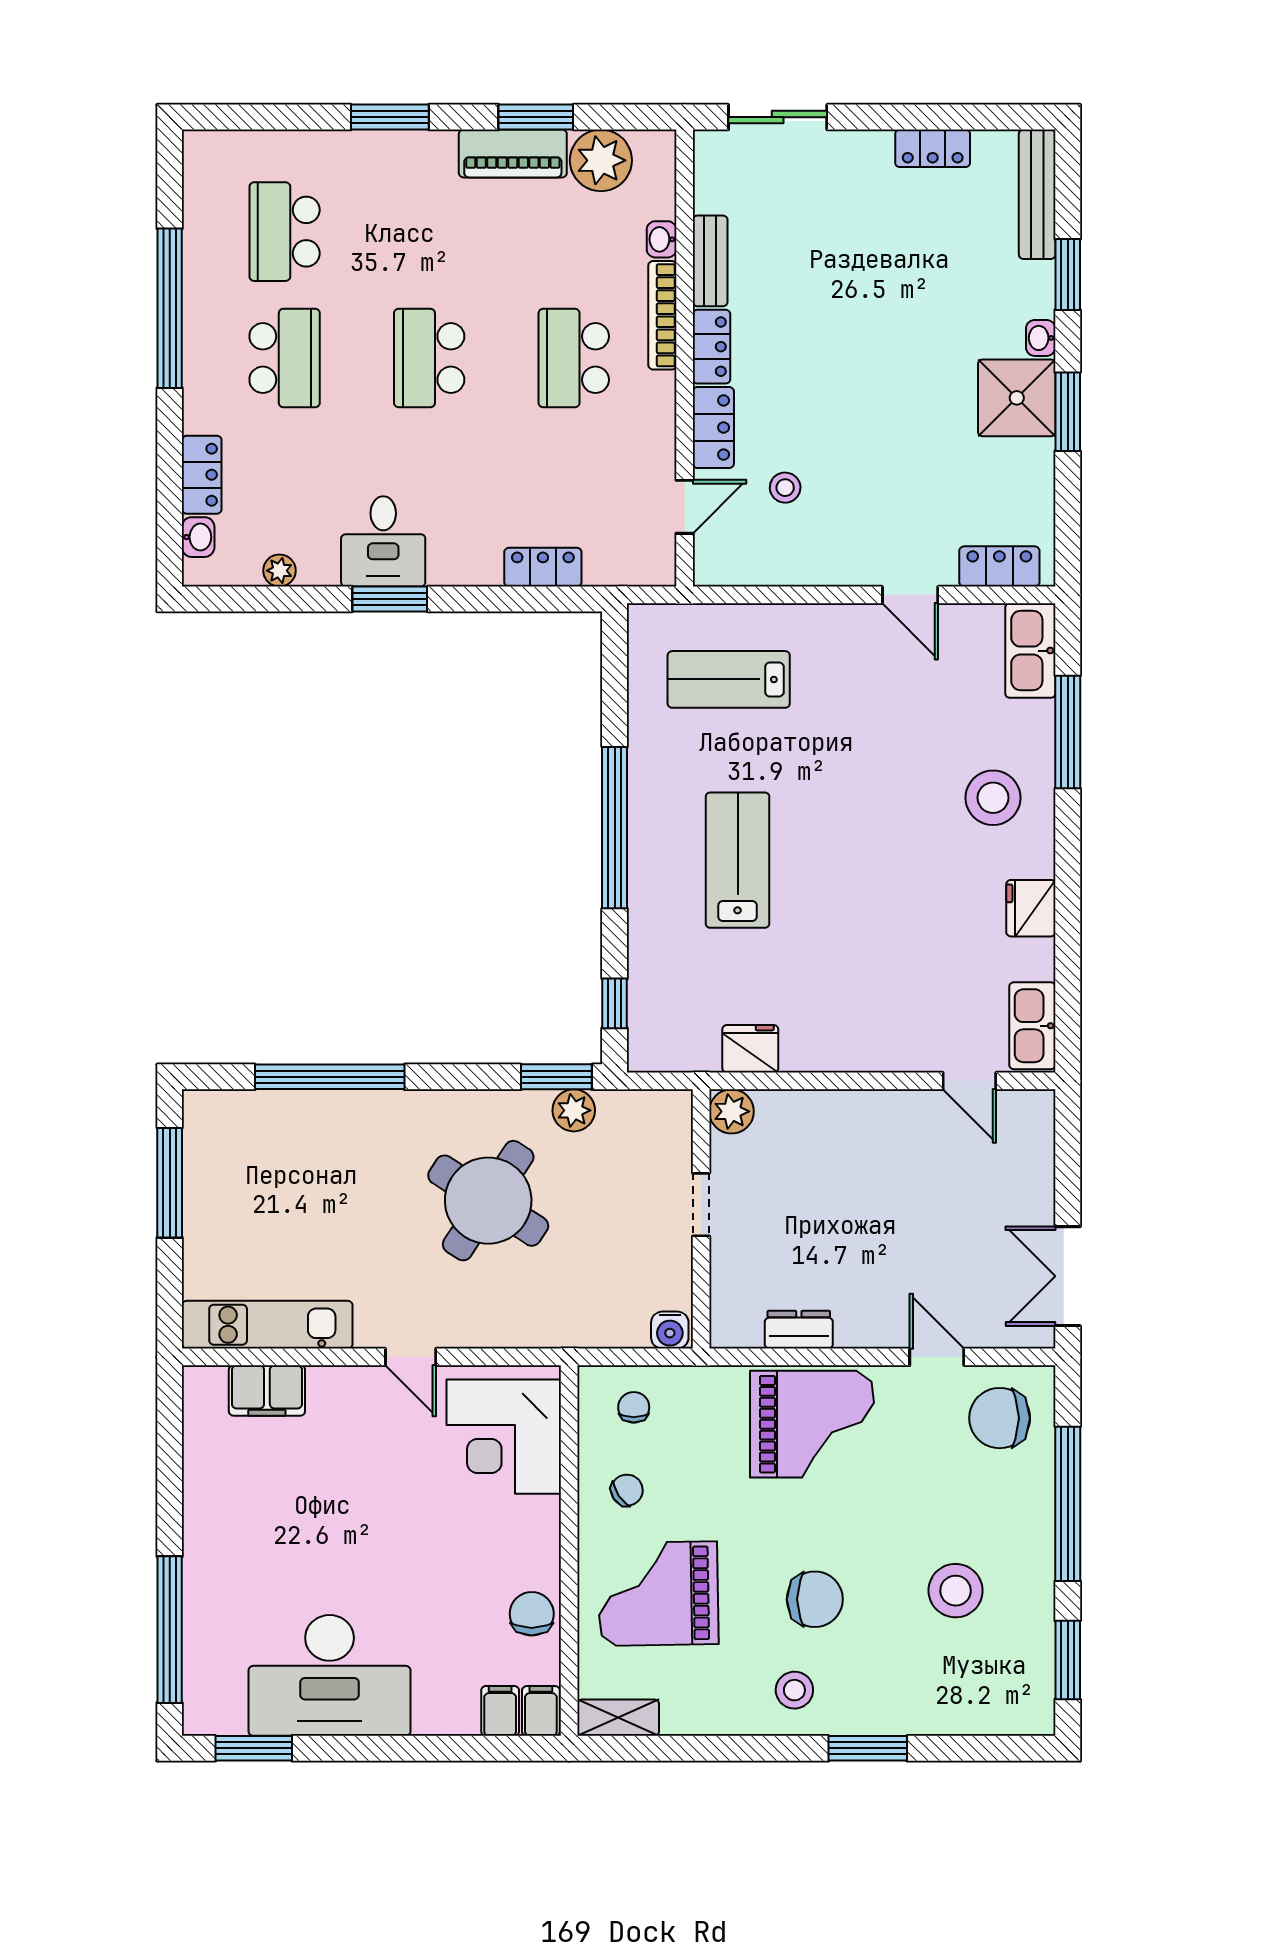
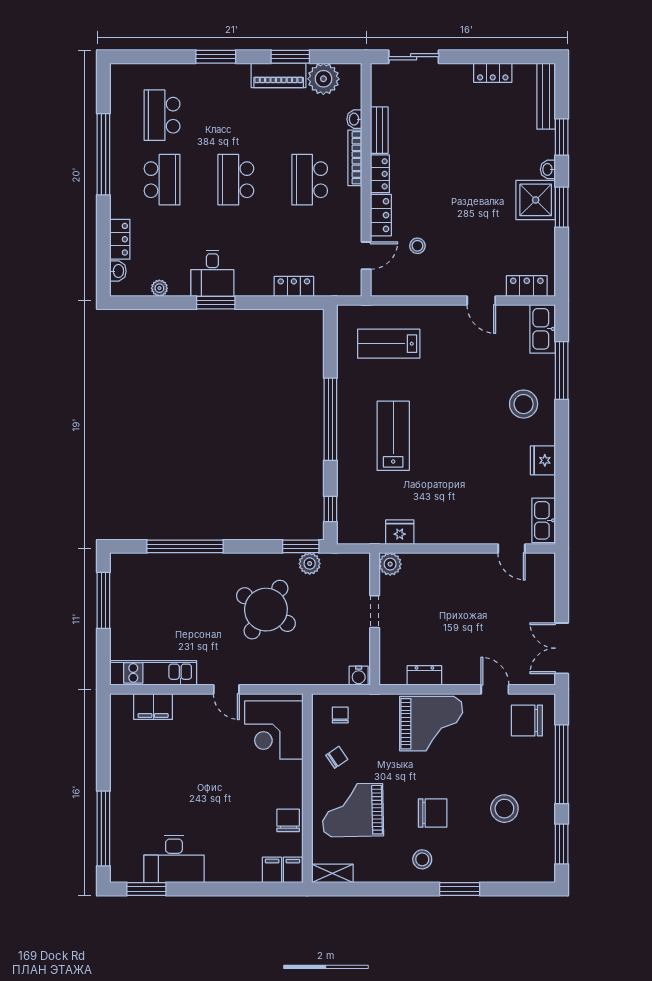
desk: (330, 1675) -> (174, 859), width x0.73, depth x0.77

